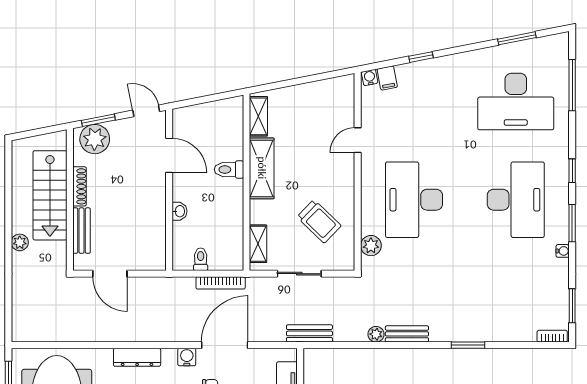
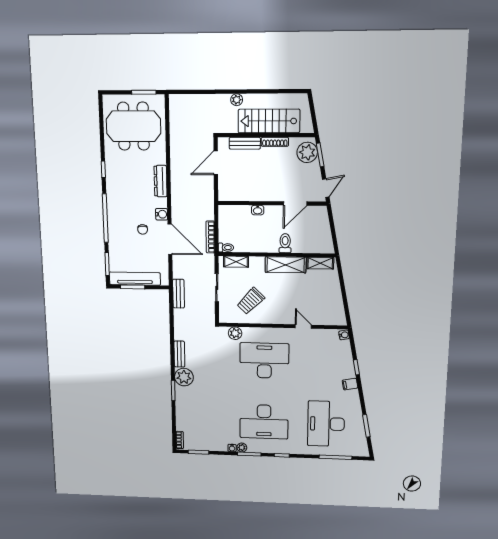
filing cabinet: (387, 78) -> (350, 384), moved
plant: (561, 235) -> (242, 448), added
toilet: (201, 259) -> (226, 248), moved
plant: (376, 334) -> (184, 377), moved, width x1.88, depth x1.88

